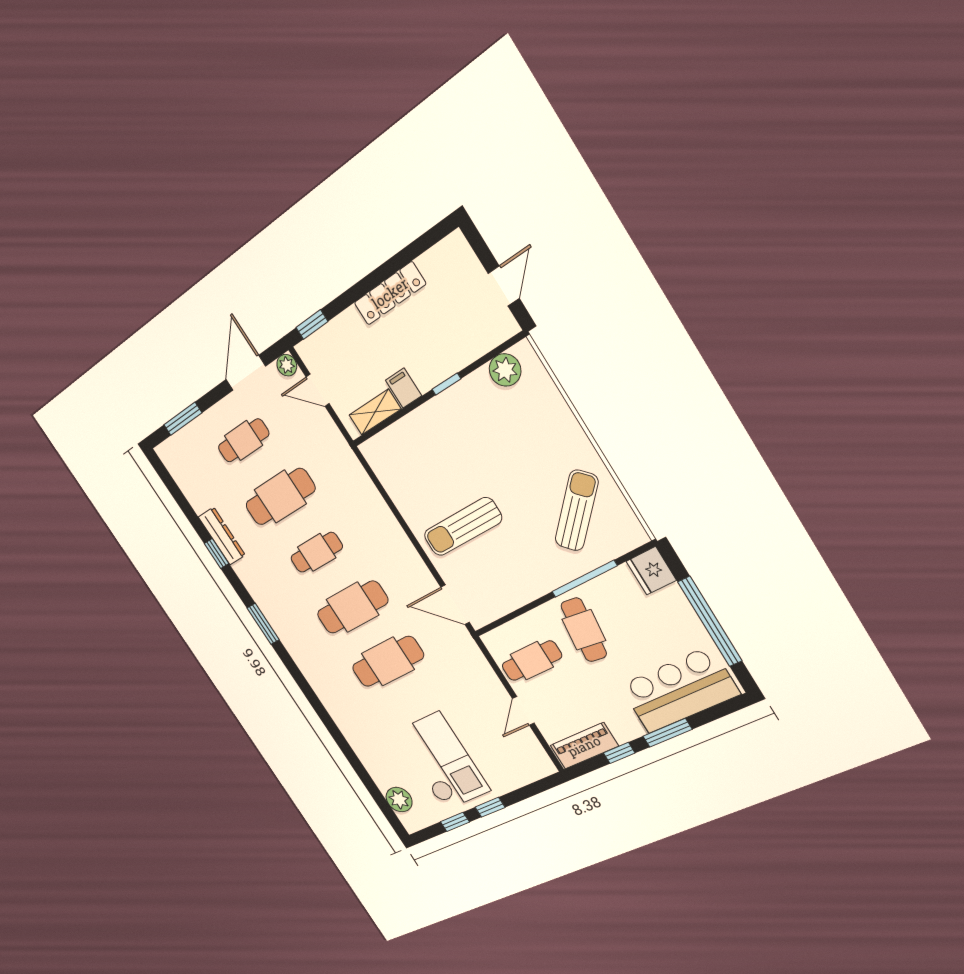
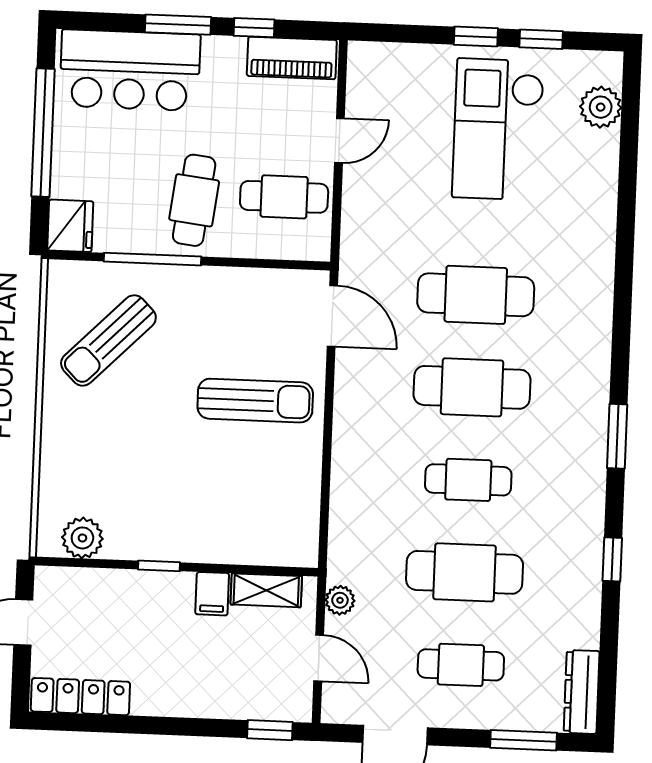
locker: (390, 293) -> (80, 697), moved
plant: (287, 365) -> (340, 600), moved
dresser: (222, 536) -> (582, 692), moved

